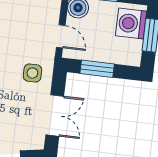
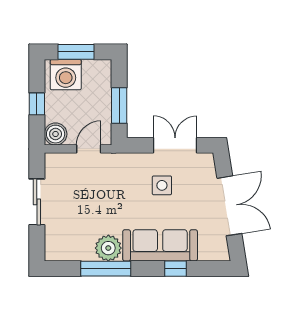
side table: (32, 73) -> (162, 185), moved

